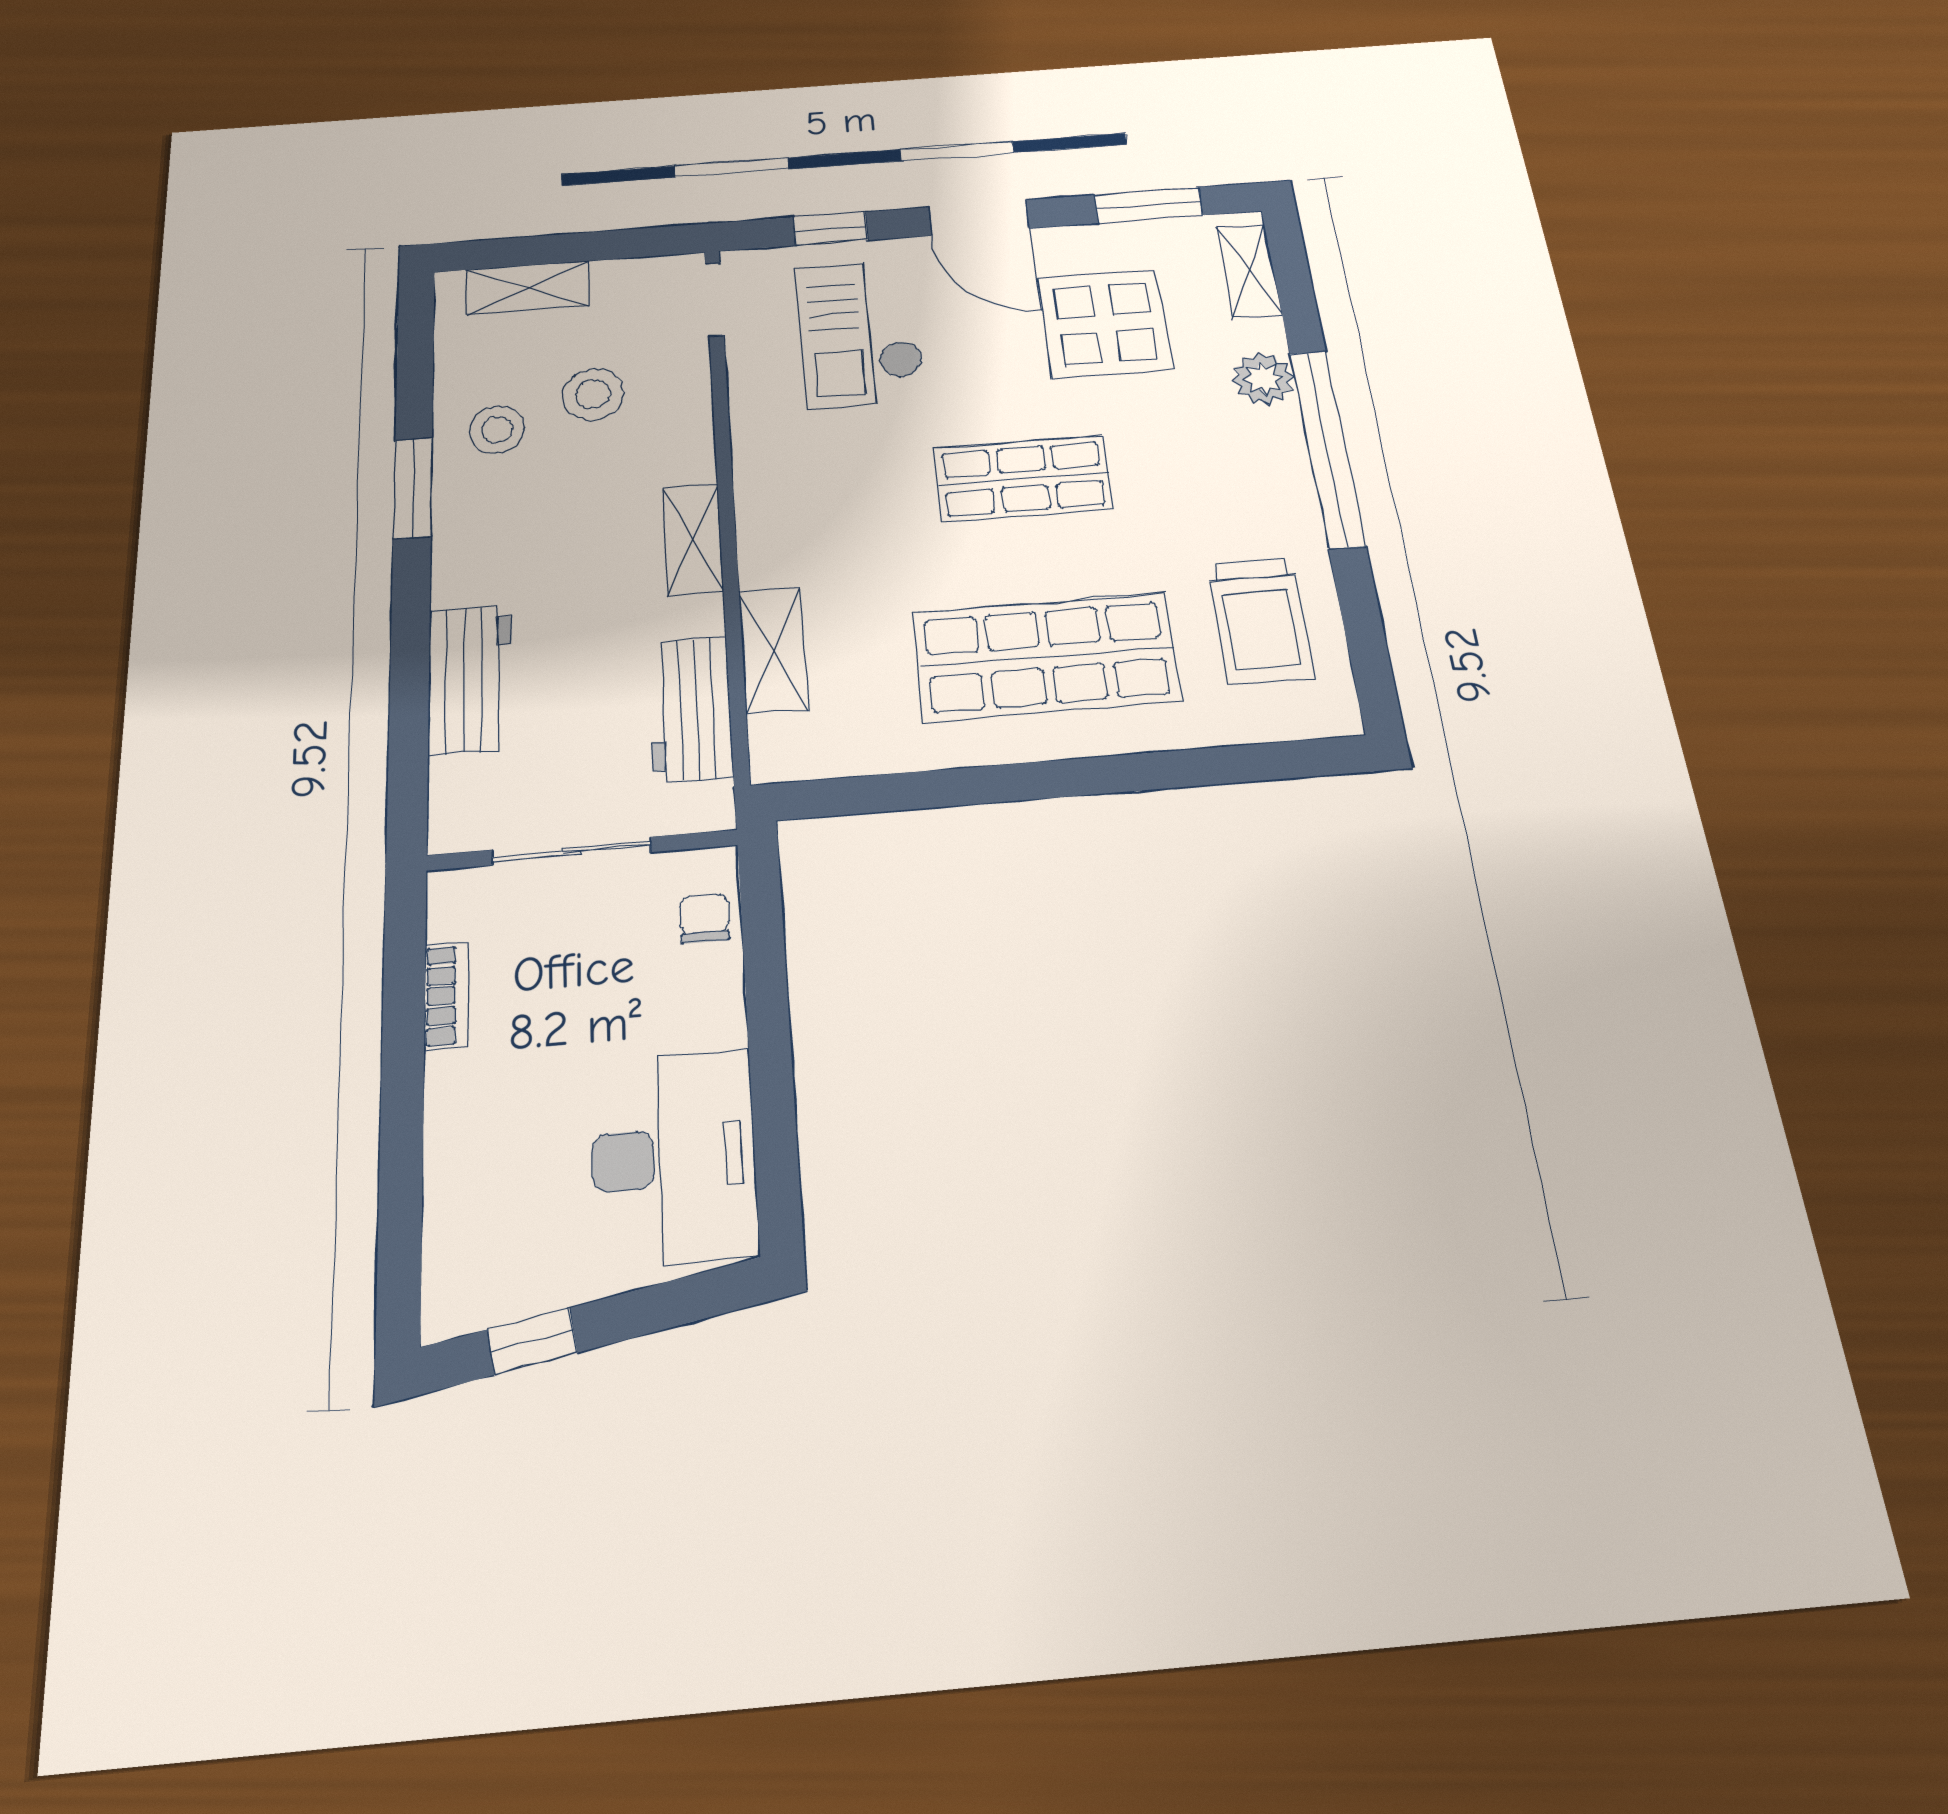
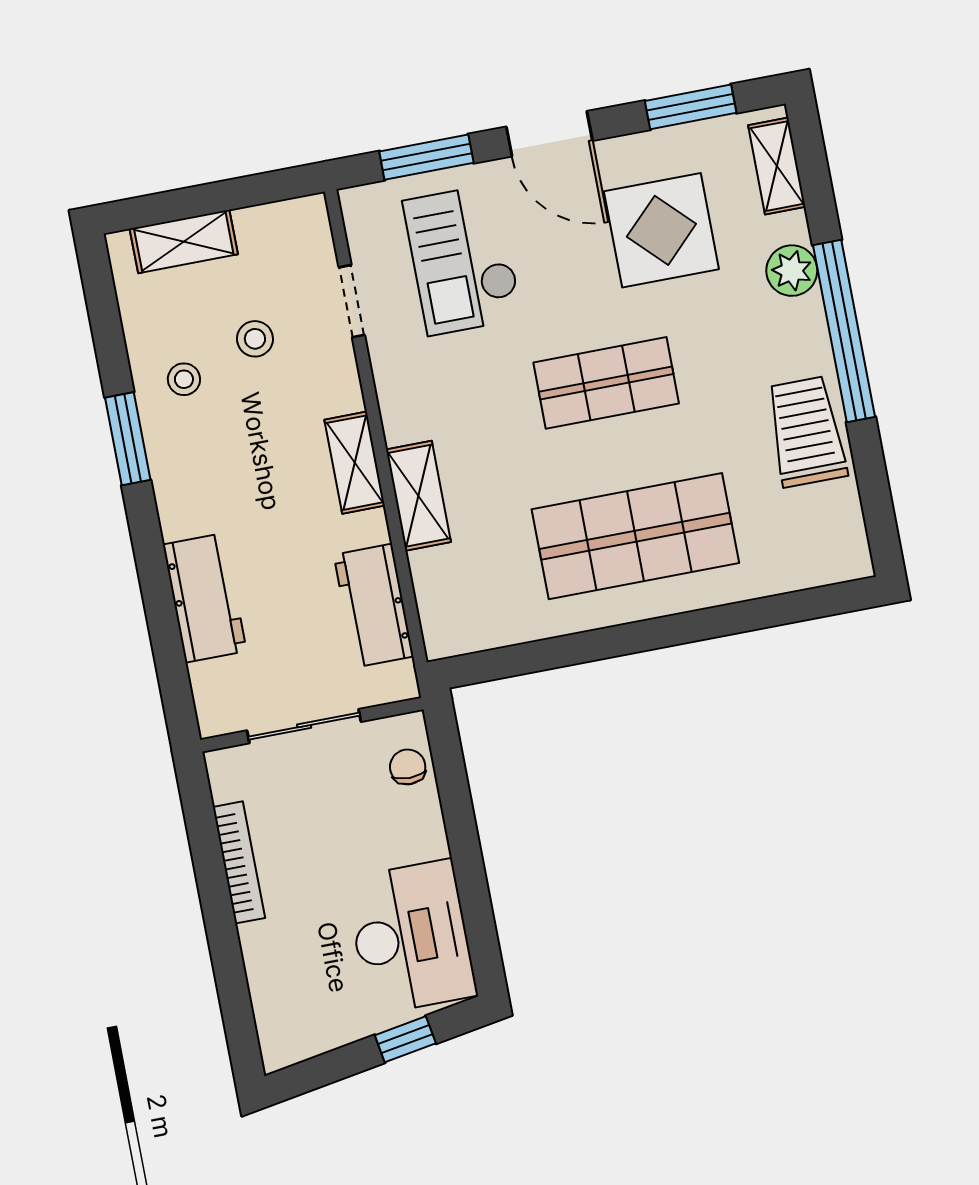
window: (830, 229) -> (426, 157), width x1.50
doorway: (715, 300) -> (352, 301), moved
stool: (593, 394) -> (255, 339), width x0.73, depth x0.73
stool: (497, 430) -> (184, 379), width x0.73, depth x0.73
trolley: (1260, 620) -> (806, 432), moved, turned 180
shelving: (773, 650) -> (418, 496), moved
bookcase: (446, 995) -> (239, 862), width x1.56
window: (532, 1341) -> (405, 1039), moved

